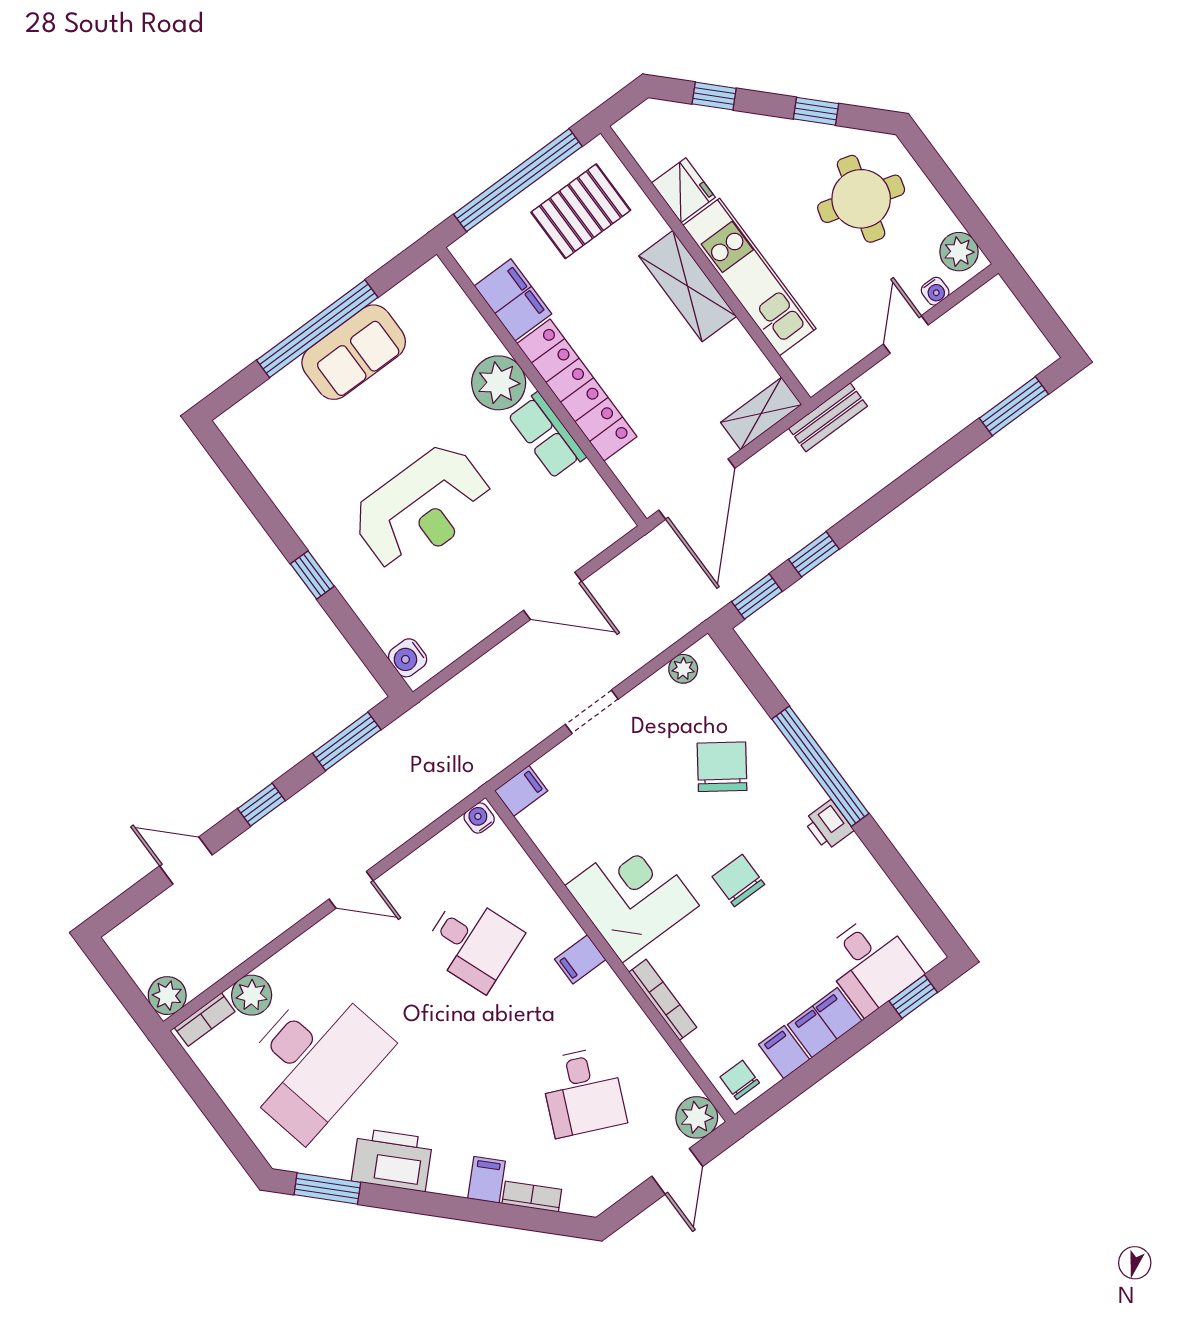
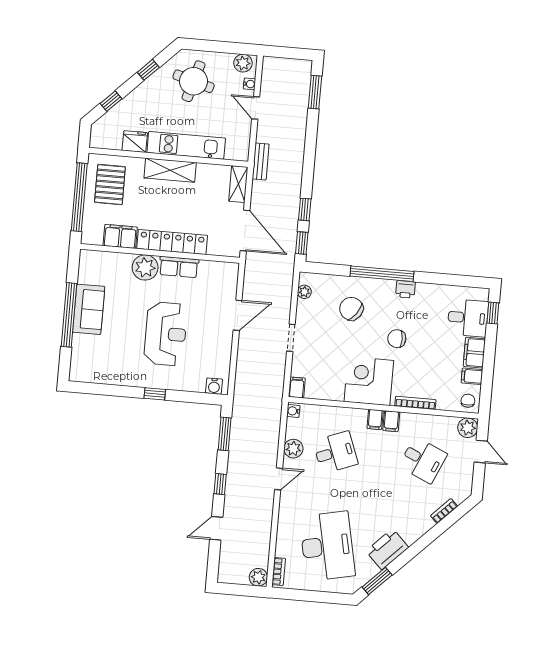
plant: (252, 995) -> (293, 449), moved
chair: (740, 1080) -> (468, 401), turned 90
filing cabinet: (486, 1180) -> (391, 421), moved, turned -135

